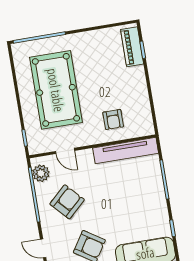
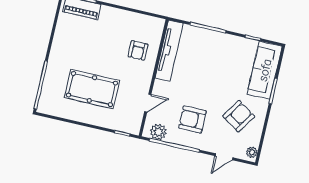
pool table: (56, 90) -> (92, 89), width x0.73, depth x0.76
armchair: (113, 120) -> (138, 50), turned 90
armchair: (67, 202) -> (192, 119), turned -47

